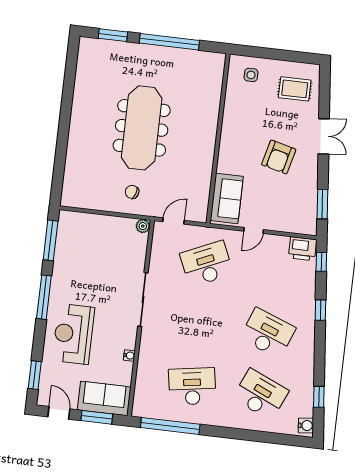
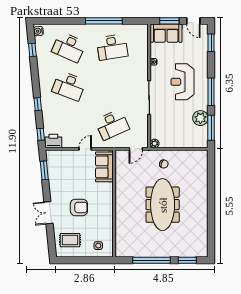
armchair: (279, 157) -> (79, 207), moved, turned 76
plant: (66, 258) -> (200, 118), added
reception desk: (73, 334) -> (182, 82), moved, turned 180
window: (170, 426) -> (104, 21), moved

